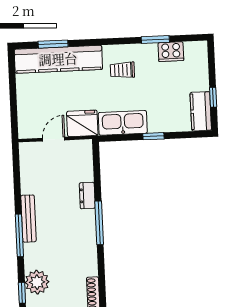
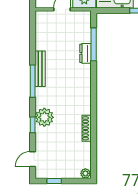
window: (99, 223) -> (94, 44), moved

